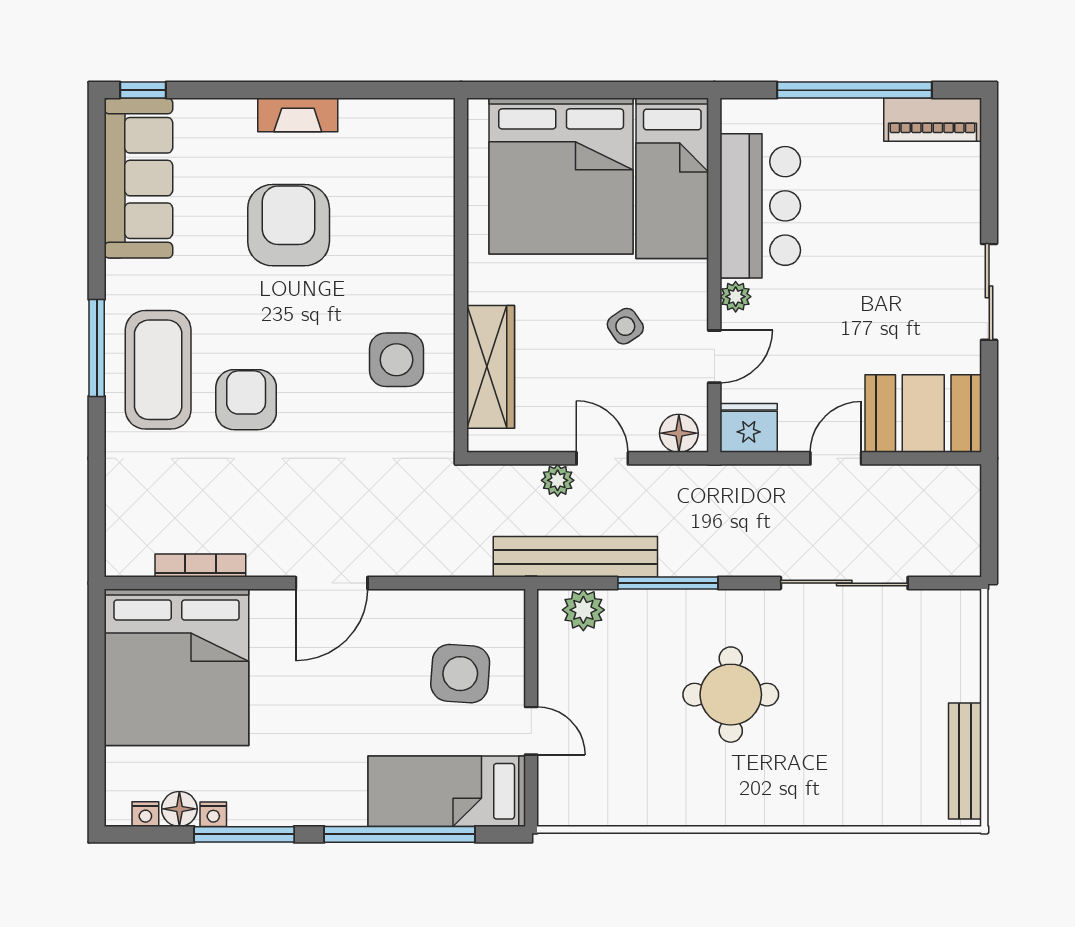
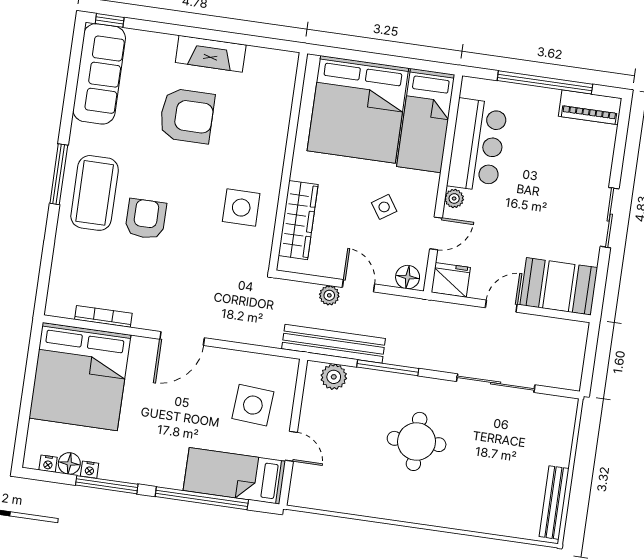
fireplace: (298, 115) -> (211, 54), width x1.37, depth x1.32
armchair: (289, 225) -> (187, 116), turned 90

